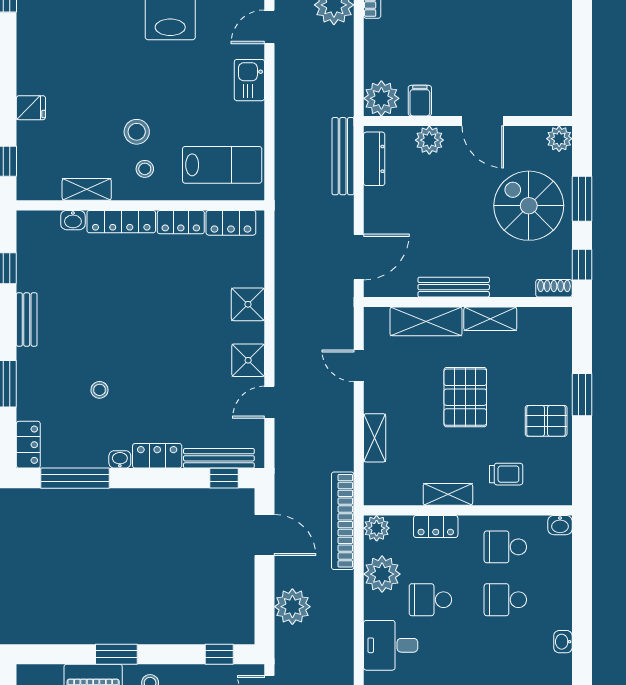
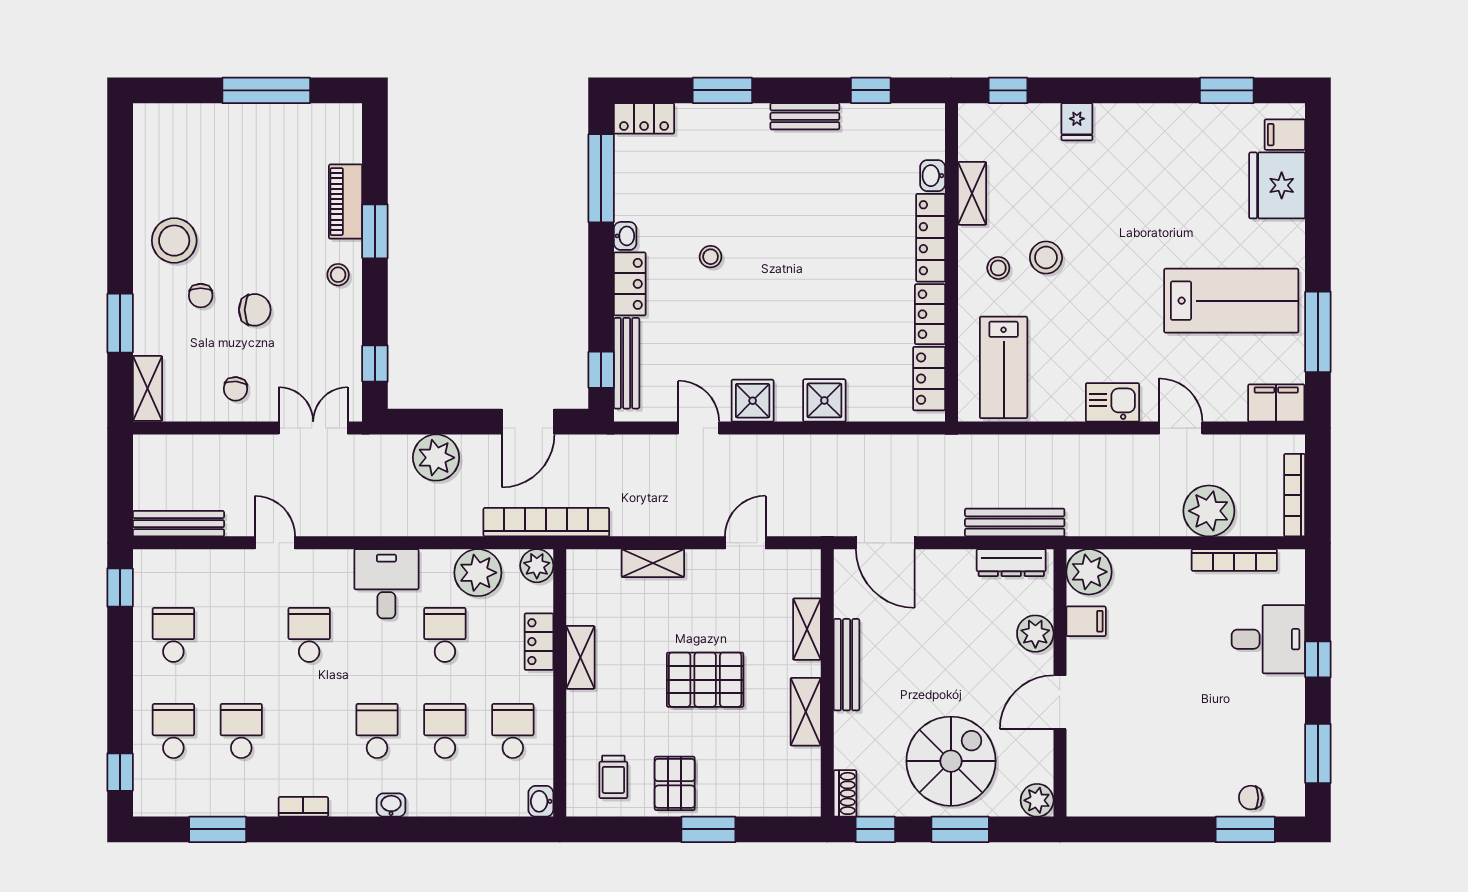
shelving: (426, 321) -> (807, 629), width x0.67, depth x0.75
stool: (99, 390) -> (711, 257), moved
trolley: (506, 474) -> (613, 777), moved
school desk: (505, 653) -> (377, 731), added

